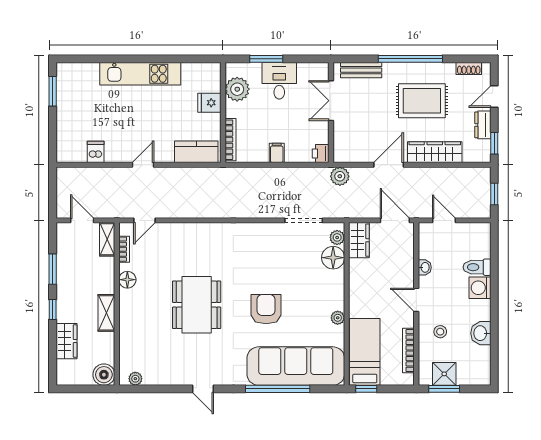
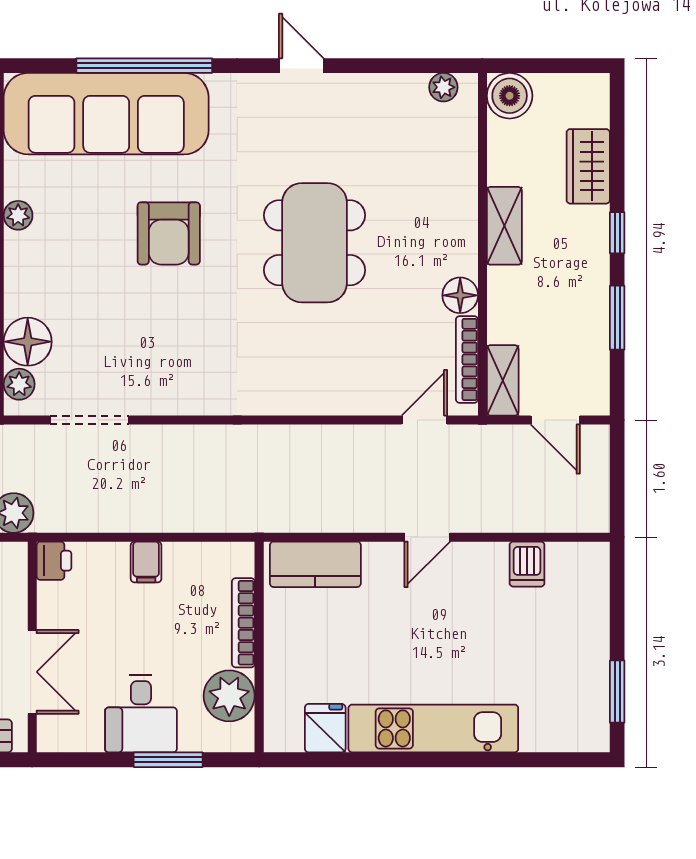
fridge: (209, 103) -> (325, 728), moved, turned -90
bookcase: (231, 140) -> (243, 623), moved
bookcase: (124, 249) -> (467, 359), width x1.56

